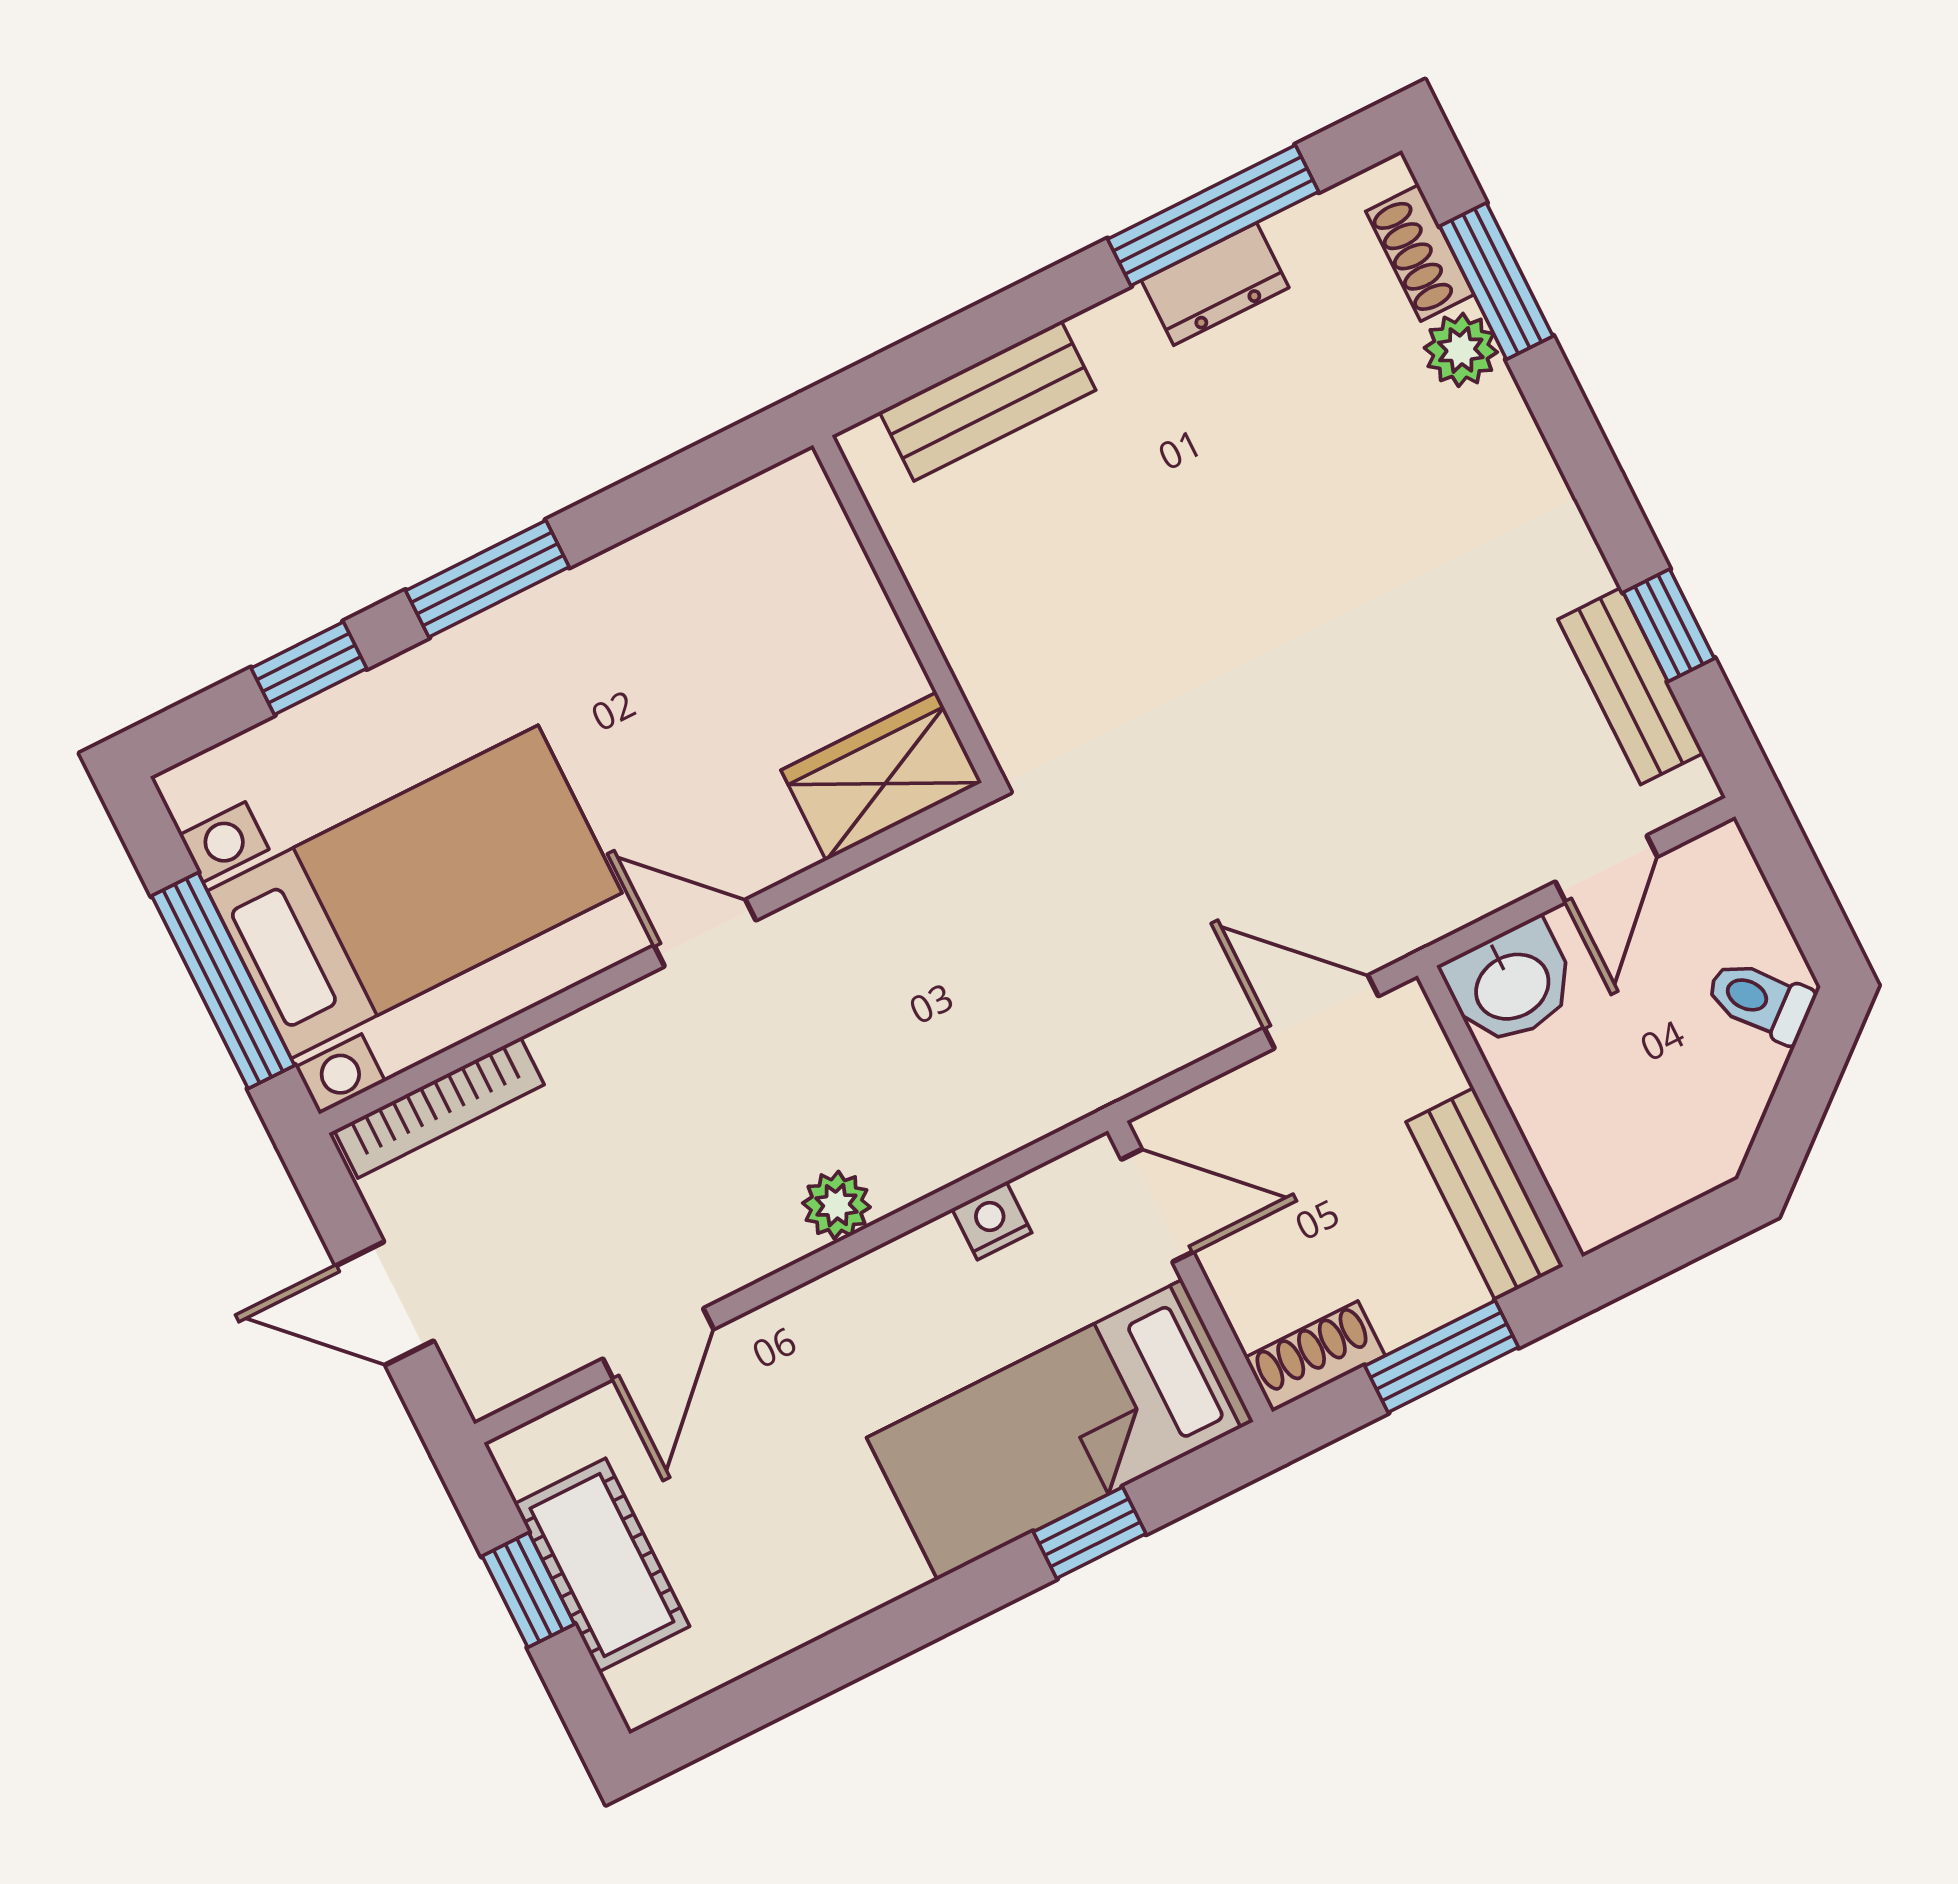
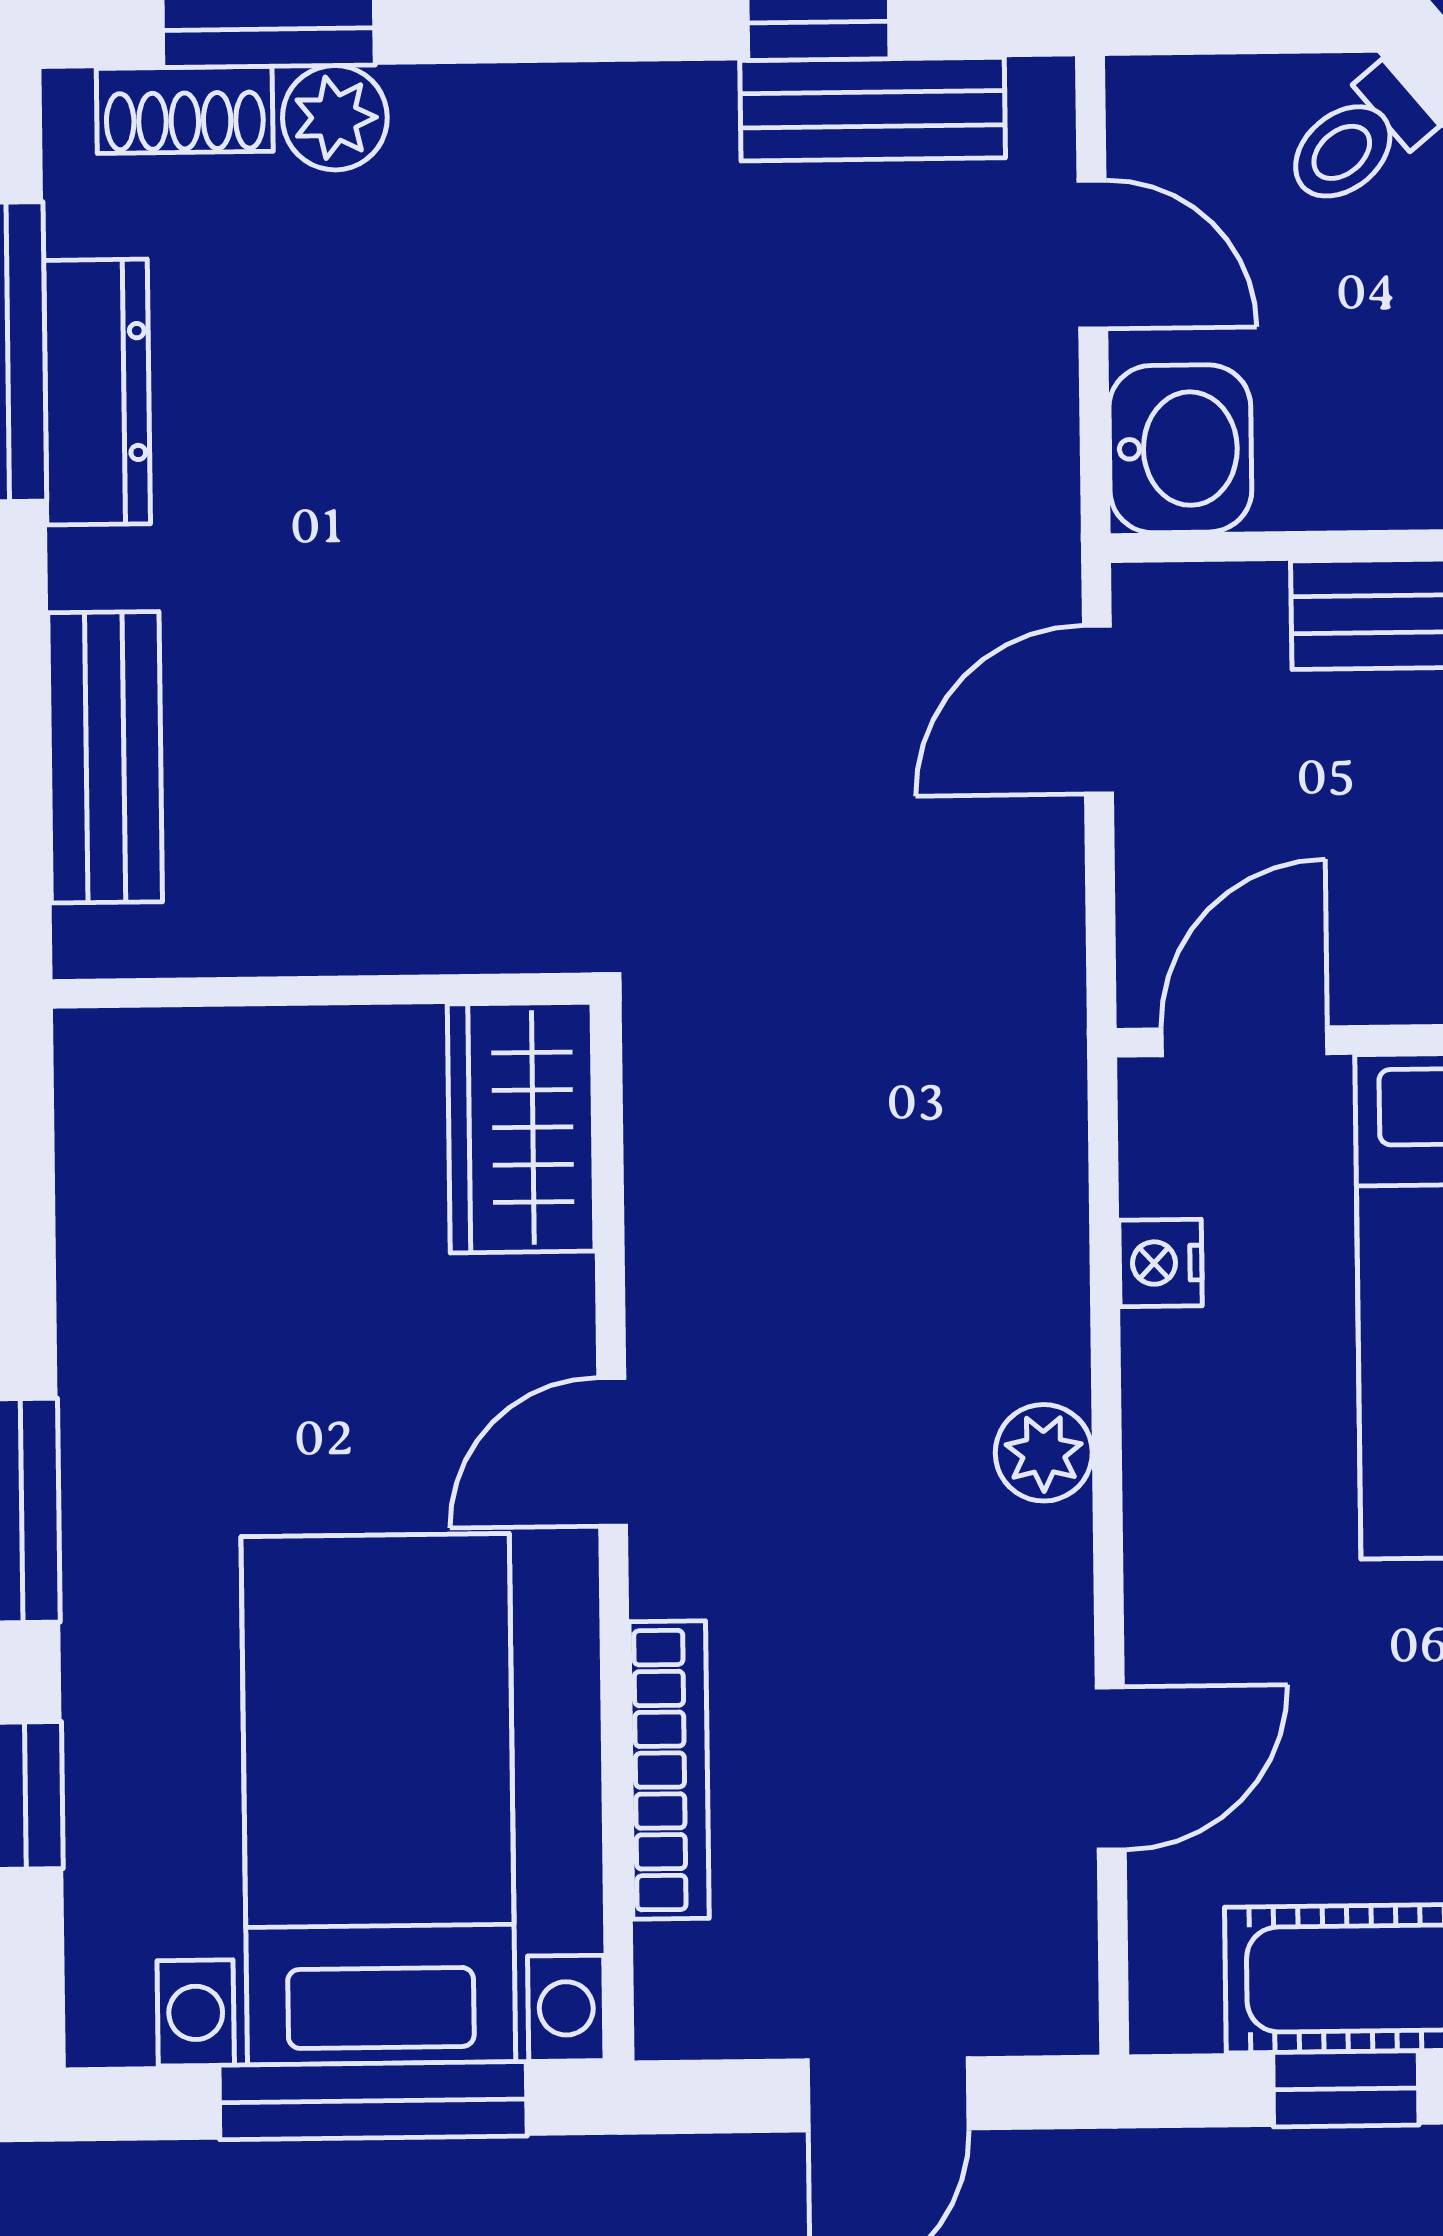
dresser: (1215, 284) -> (97, 392), width x1.44
bookcase: (439, 1108) -> (669, 1770), moved
door: (658, 1344) -> (1111, 1768), hinge flipped

